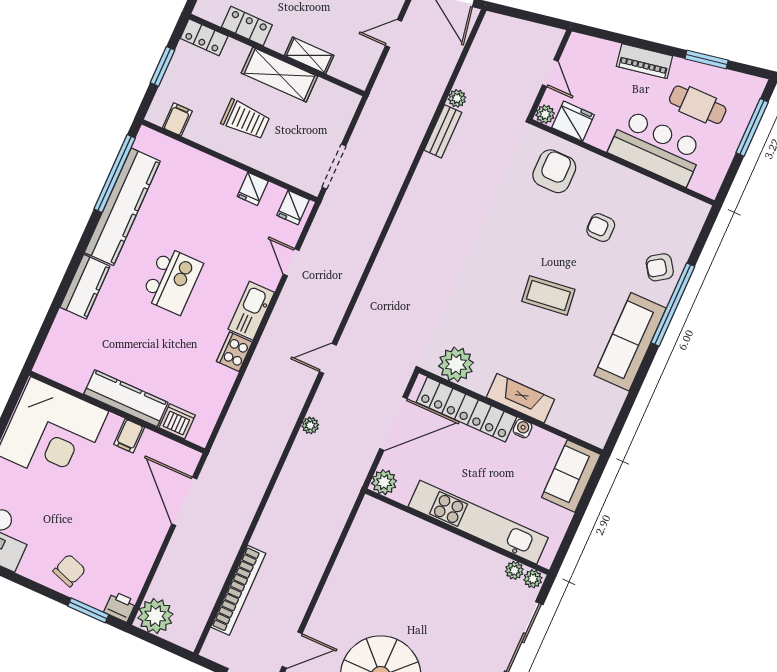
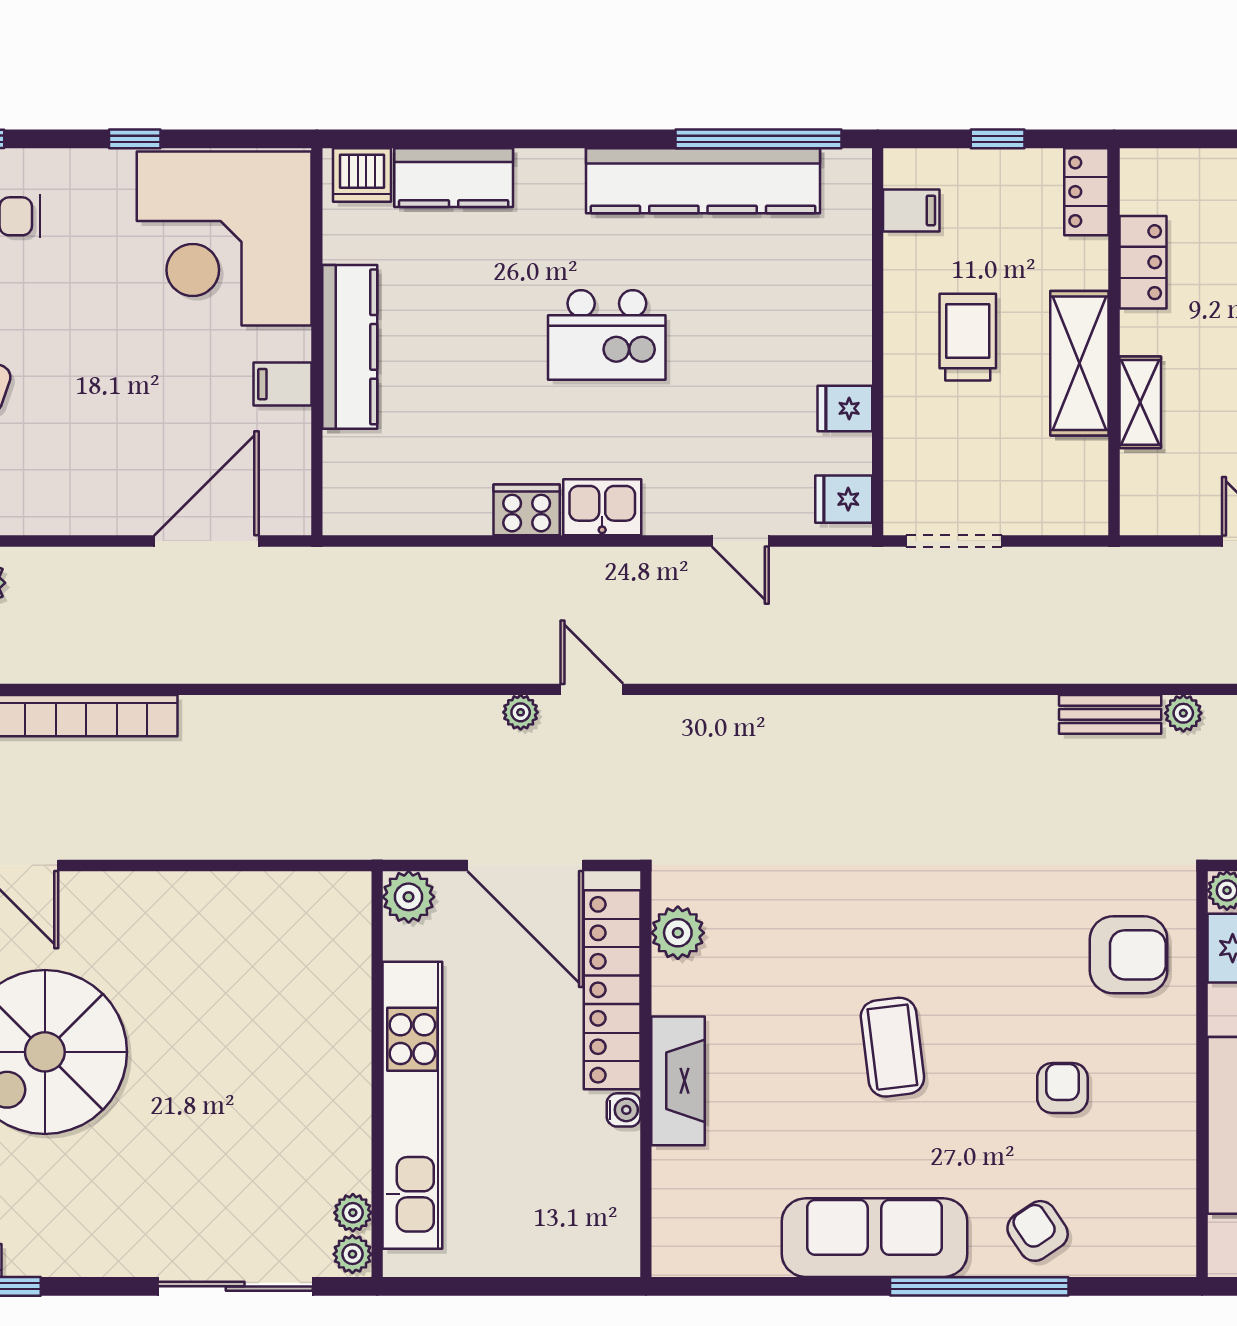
window: (163, 66) -> (998, 139), width x0.67
trolley: (245, 120) -> (968, 337), turned 180
door: (291, 262) -> (740, 541), swing flipped
kitchen counter: (85, 287) -> (454, 178), moved
kitchen sink: (251, 311) -> (602, 507), width x0.73
plant: (456, 364) -> (678, 933), width x0.73, depth x0.73
dishwasher: (177, 421) -> (362, 175), moved, turned 90
plant: (310, 425) -> (521, 712), moved
sofa: (571, 476) -> (576, 1240), removed

